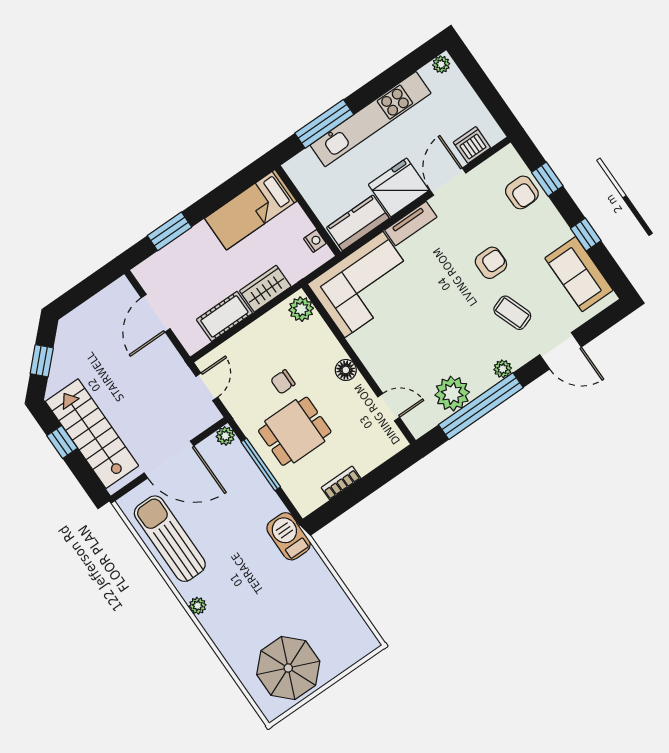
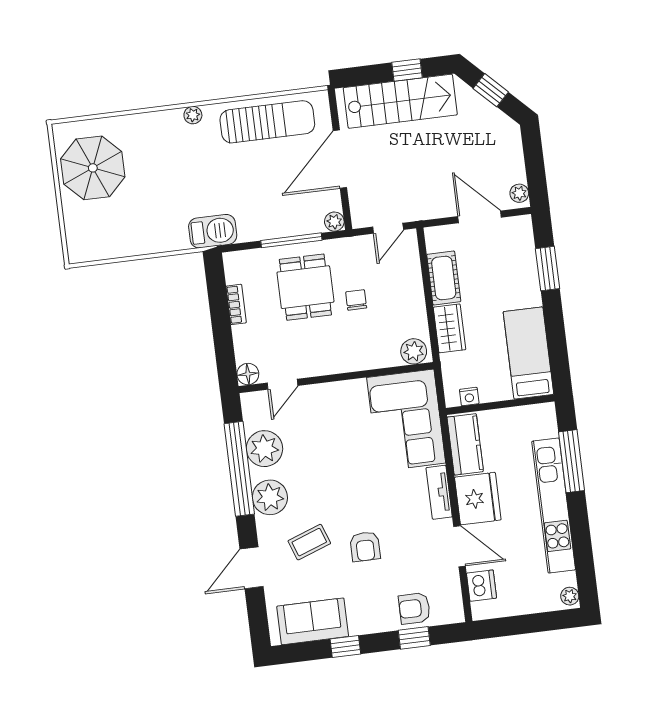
plant: (117, 290) -> (519, 193), added
plant: (503, 369) -> (270, 497), width x1.87, depth x1.87
floor lamp: (346, 370) -> (248, 374), moved
door: (207, 387) -> (388, 228), hinge flipped

